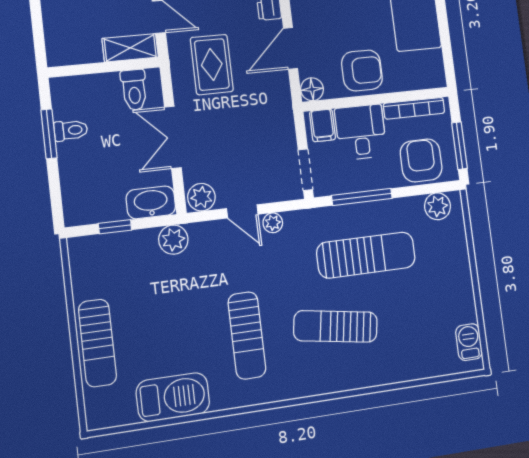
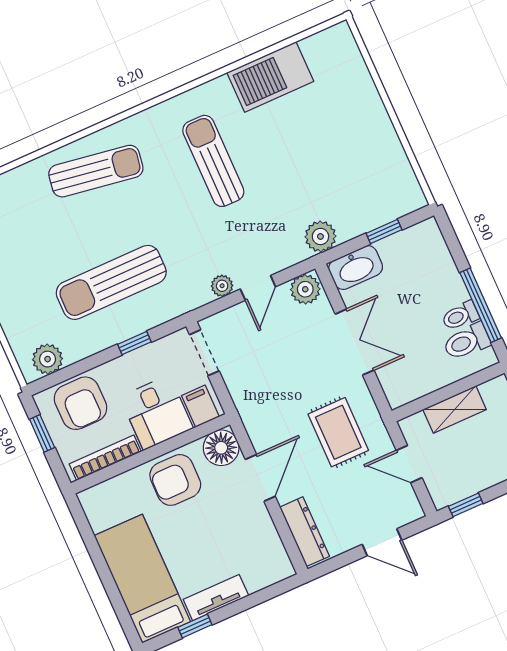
shelving: (130, 48) -> (455, 409), moved
floor lamp: (312, 89) -> (221, 448), width x1.38, depth x1.38
toilet: (134, 90) -> (467, 342), moved, turned -90
window: (49, 134) -> (481, 305), width x1.44
window: (460, 146) -> (42, 433), width x0.67
window: (362, 197) -> (134, 343), width x0.46
door: (242, 211) -> (258, 288), swing flipped
sun lounger: (336, 326) -> (96, 171), moved
sun lounger: (97, 343) -> (364, 109), removed

